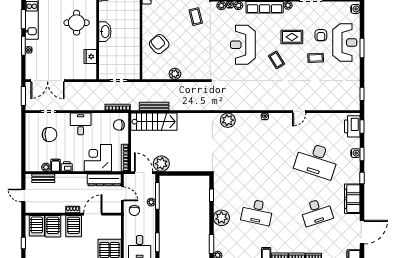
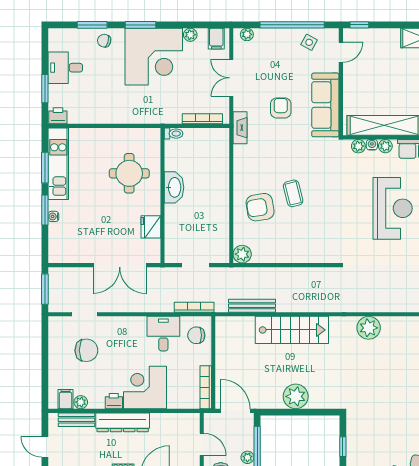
coffee table: (196, 17) -> (293, 193), moved
armchair: (159, 44) -> (260, 207), turned -58
reception desk: (243, 45) -> (393, 208), turned 180
plant: (175, 74) -> (242, 254), moved
double door: (48, 81) -> (120, 265), moved
stairs: (154, 122) -> (292, 330), moved
desk: (81, 124) -> (163, 334), moved
corner desk: (98, 158) -> (145, 387), moved
plant: (161, 164) -> (296, 396), moved
filing cabinet: (56, 165) -> (65, 399), moved
dresser: (104, 180) -> (123, 422), moved

